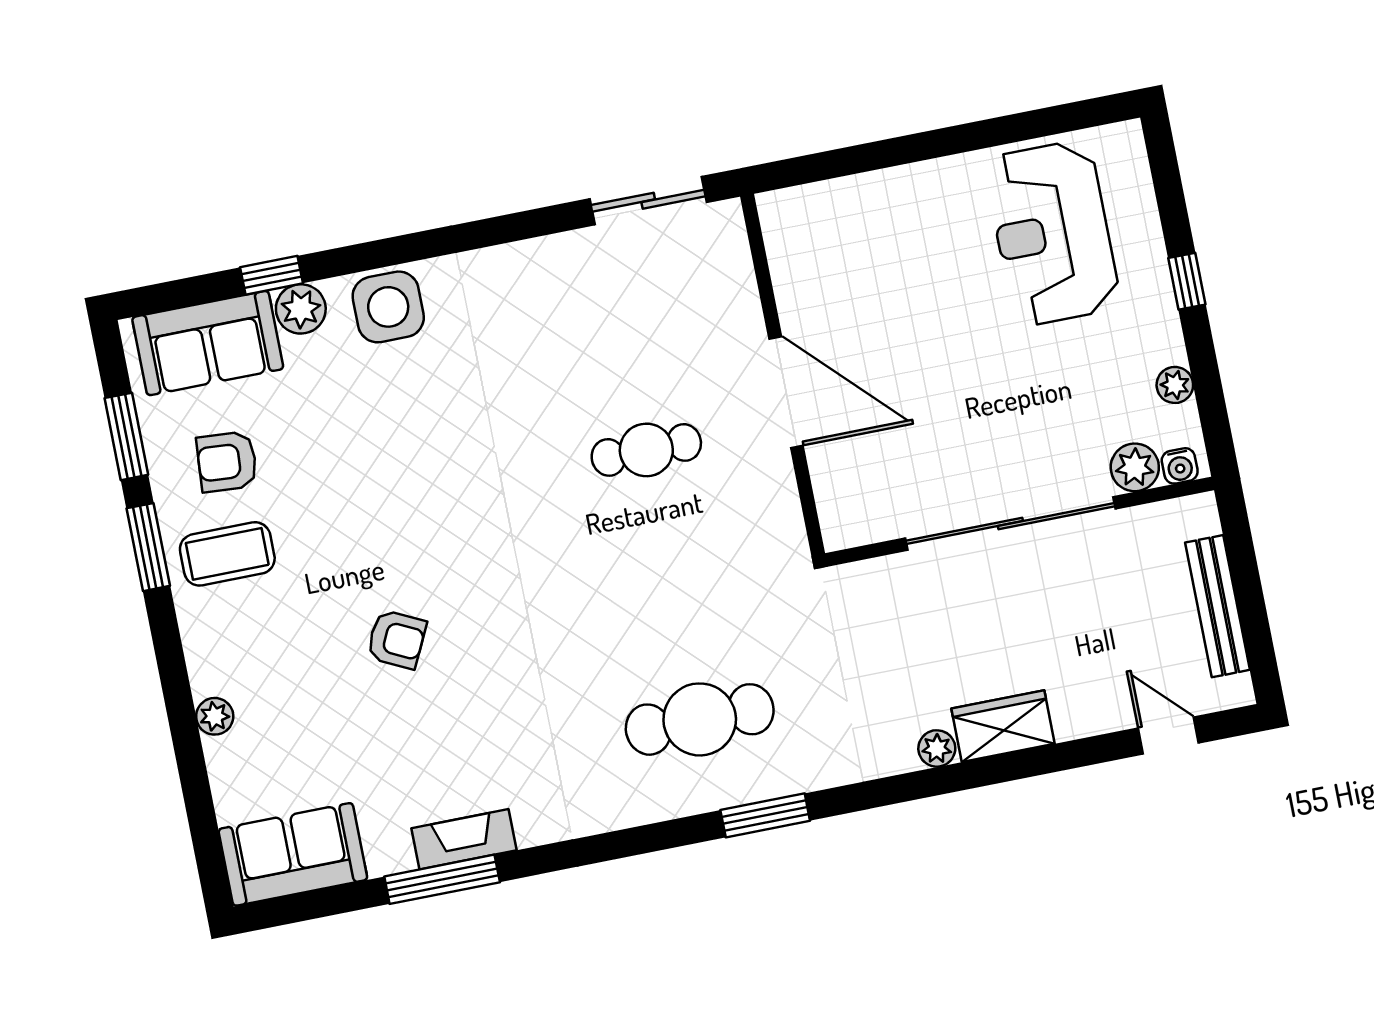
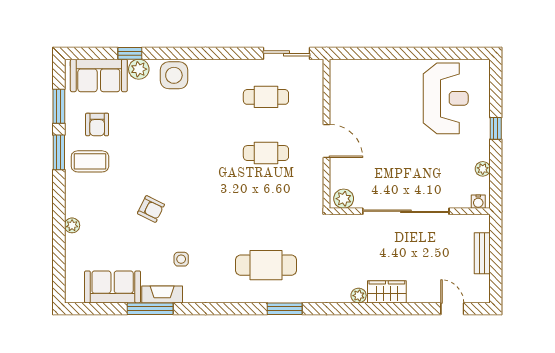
reception desk: (1052, 233) -> (446, 98), turned 180
cafe table: (620, 315) -> (266, 97), added
door: (786, 392) -> (326, 141), width x0.73
armchair: (227, 462) -> (97, 124), turned -94
plant: (1135, 467) -> (344, 199), moved
bench: (1217, 606) -> (482, 253), width x0.73
side table: (493, 745) -> (181, 259), added
sofa: (293, 854) -> (113, 287), moved

